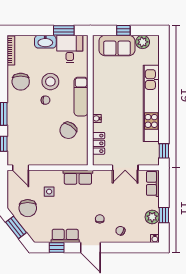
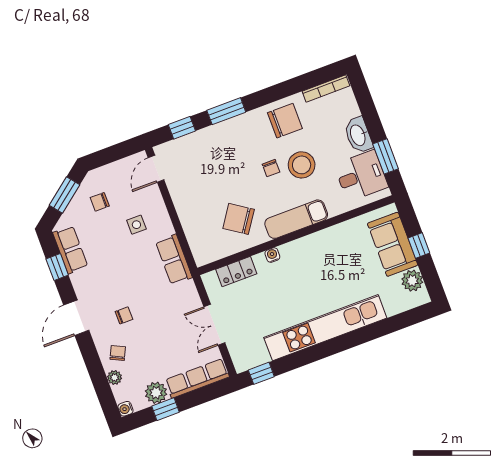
chair: (21, 82) -> (285, 121), turned 180
row of seats: (153, 183) -> (197, 378), width x1.48
chair: (28, 208) -> (100, 202), width x0.54, depth x0.54
row of seats: (65, 236) -> (70, 250), moved
plant: (134, 238) -> (115, 377), added

